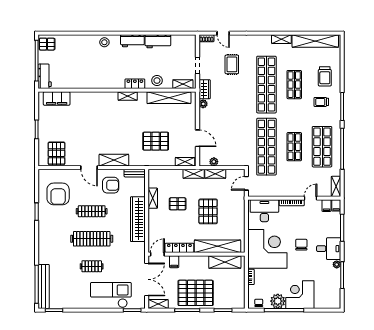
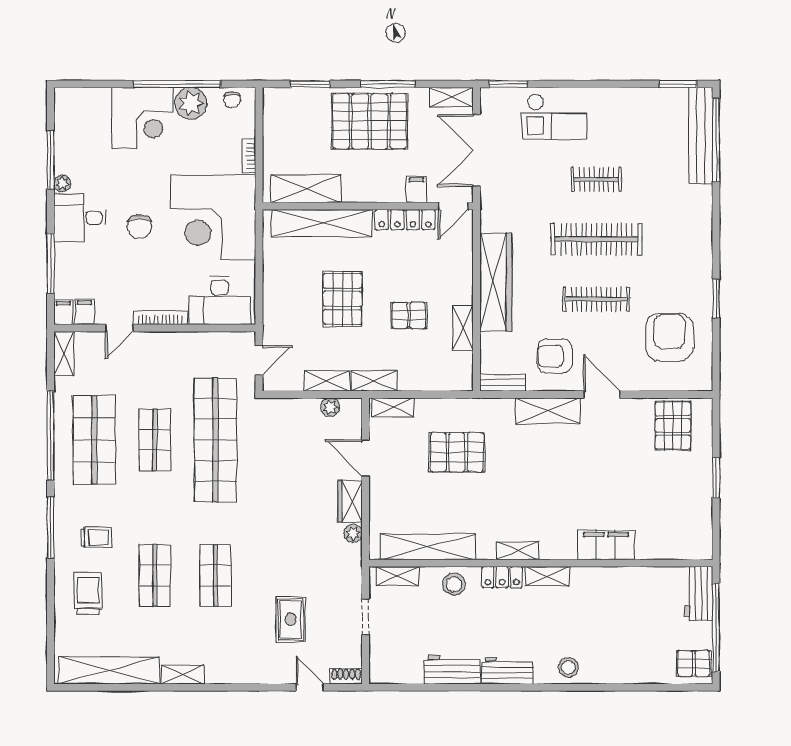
shelving: (114, 84) -> (547, 576), added
shop shelf: (266, 85) -> (215, 575), width x0.50, depth x0.74
wardrobe: (205, 89) -> (350, 501), moved
filing cabinet: (57, 99) -> (606, 545), moved
checkout: (111, 295) -> (554, 117), width x0.73, depth x0.83

